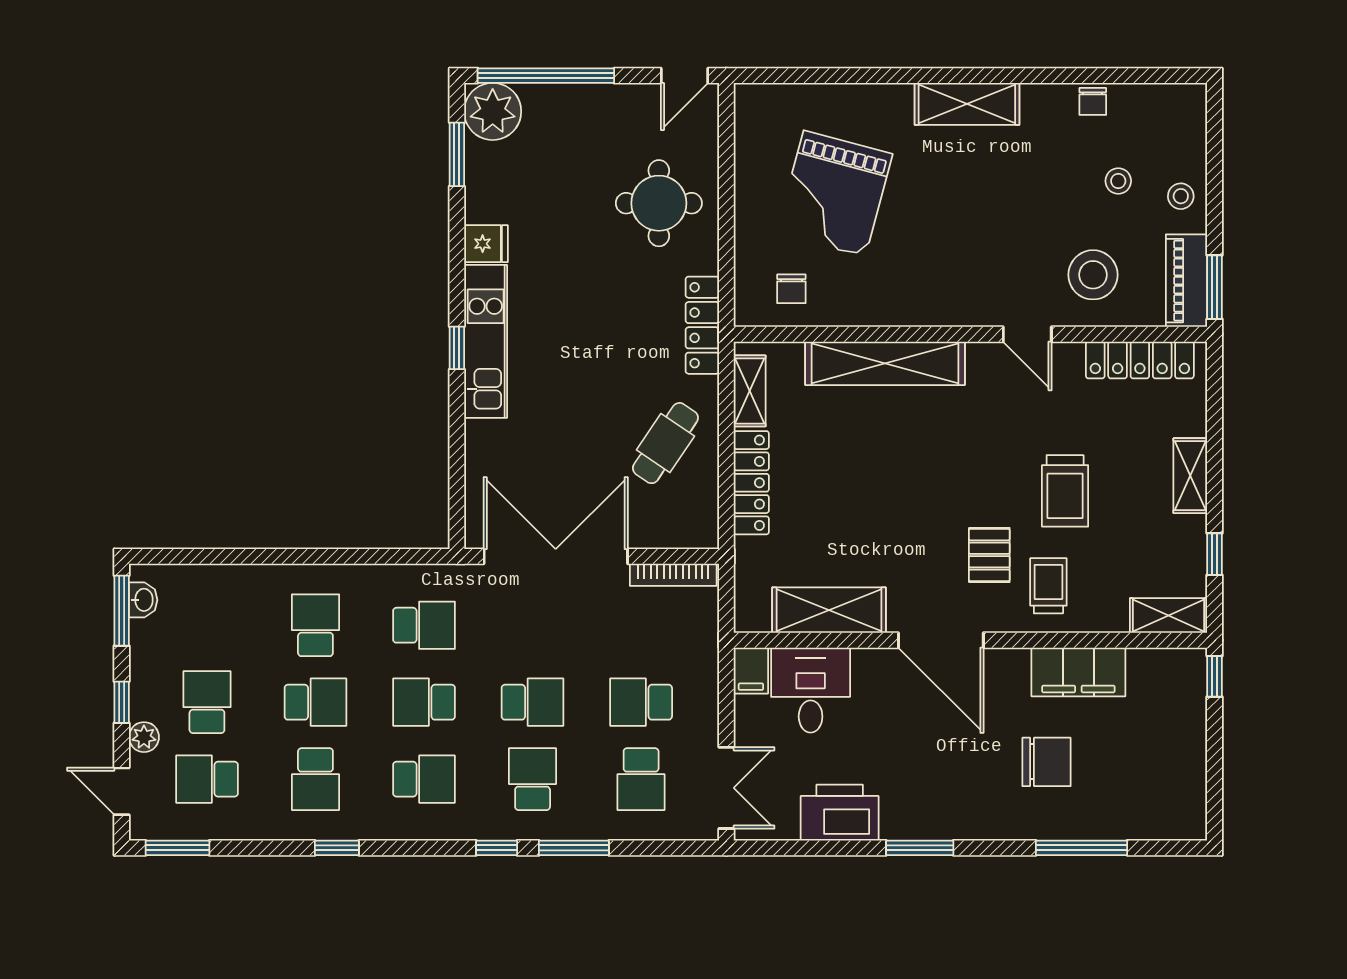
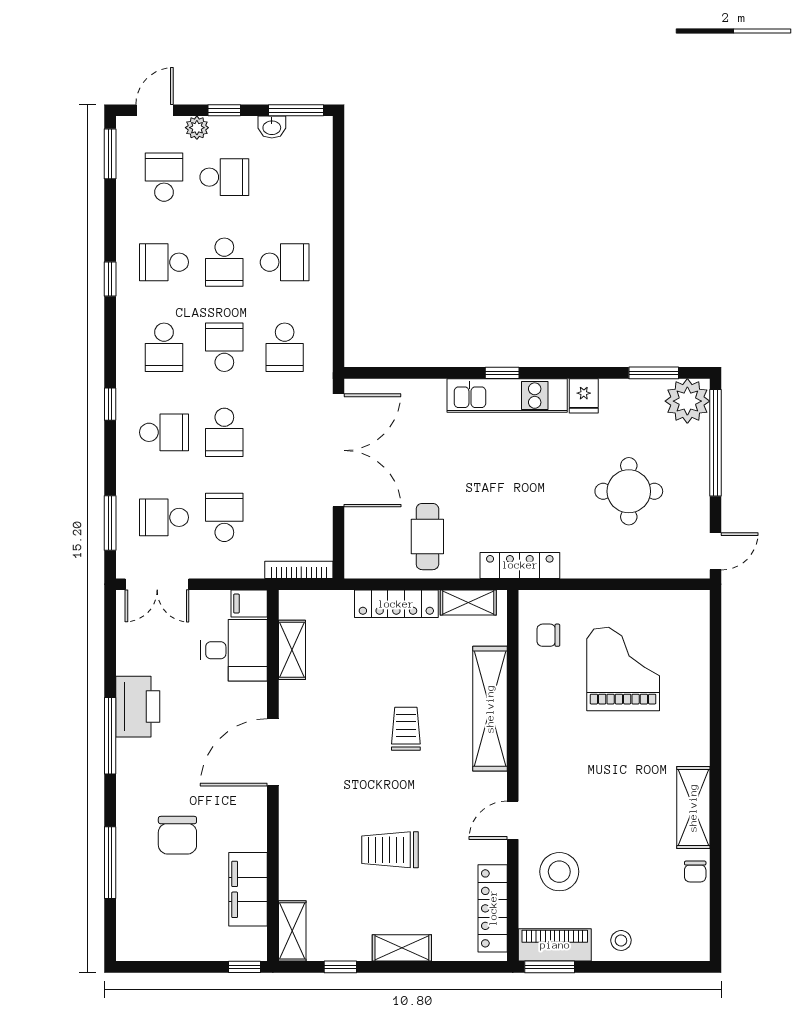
door: (684, 76) -> (715, 551), swing flipped
chair: (1093, 101) -> (695, 872), turned -90
shelving: (967, 104) -> (693, 808), moved
stool: (1118, 181) -> (633, 891), removed
grand piano: (834, 194) -> (623, 669), turned 75
round table: (659, 203) -> (629, 491), moved
cafe table: (665, 443) -> (427, 537), turned 56
pallet: (989, 555) -> (340, 790), removed
bookcase: (673, 575) -> (299, 570), moved, turned 90
trolley: (1048, 586) -> (406, 729), moved, turned -90
washbasin: (143, 600) -> (272, 127), moved
shelving: (829, 610) -> (292, 650), width x0.67, depth x0.75
filing cabinet: (1078, 672) -> (248, 889), moved
printer: (840, 813) -> (138, 707), moved
window: (574, 848) -> (110, 523), moved
window: (920, 848) -> (110, 736), width x1.44

